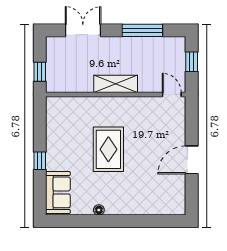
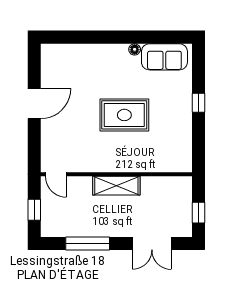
window: (40, 72) -> (199, 213), moved
rug: (108, 149) -> (124, 115), turned 90
sofa: (58, 192) -> (164, 57), moved, turned -90

